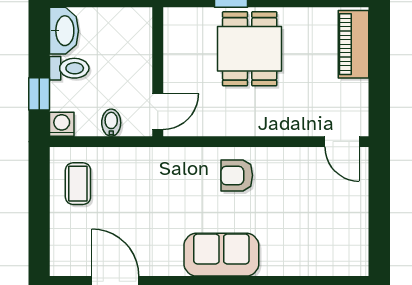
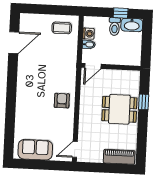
window: (39, 94) -> (121, 13), moved
door: (158, 112) -> (93, 66), hinge flipped
washing machine: (62, 124) -> (89, 34), moved
sofa: (221, 255) -> (35, 150), moved, turned -90

